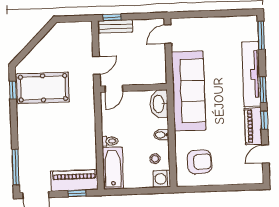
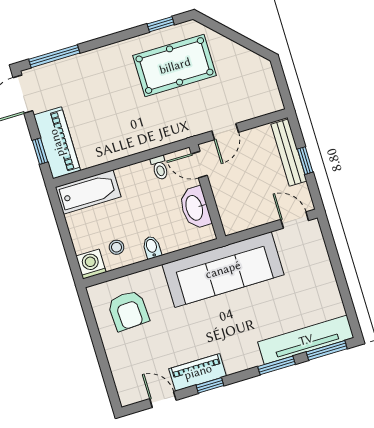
window: (112, 17) -> (305, 161), moved
bench: (116, 26) -> (289, 153), width x1.36
door: (96, 65) -> (225, 132), hinge flipped
tv unit: (251, 74) -> (306, 340), moved
pool table: (43, 88) -> (175, 66), turned 90
window: (263, 90) -> (276, 365), moved
washbasin: (159, 104) -> (195, 208), moved, turned -90
toilet: (110, 141) -> (160, 168), moved

